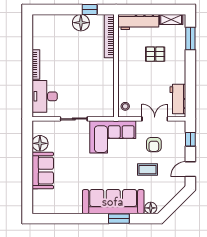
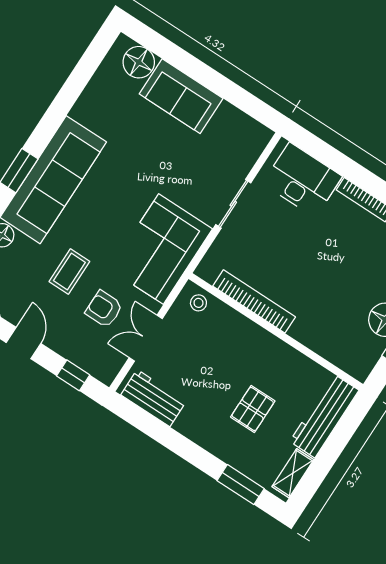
bookcase: (109, 36) -> (254, 301), moved
double door: (155, 119) -> (146, 338), swing flipped
floor lamp: (40, 143) -> (139, 62), moved

